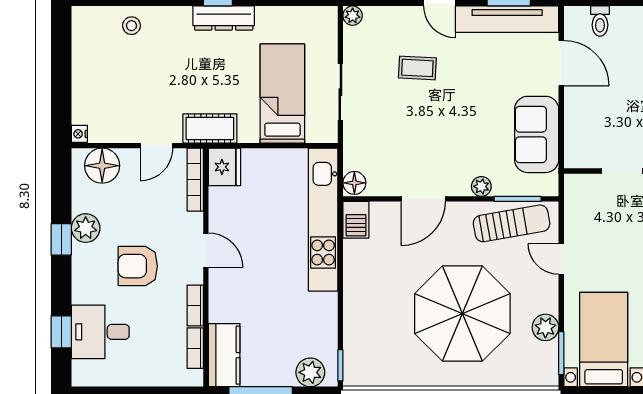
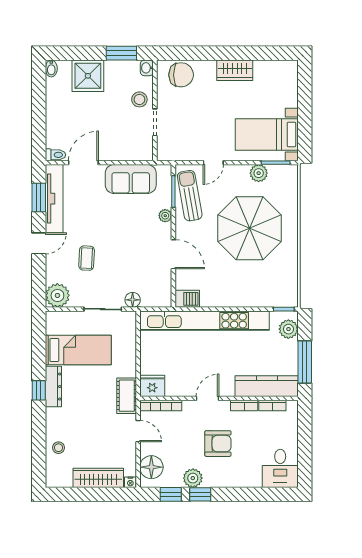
plant: (353, 16) -> (57, 295), width x1.88, depth x1.88
toilet: (600, 21) -> (55, 155), moved
wardrobe: (86, 85) -> (98, 478), added
bed: (282, 94) -> (78, 350), moved, turned 180
floor lamp: (354, 183) -> (133, 300), moved
kitchen unit: (323, 220) -> (204, 321), width x1.36
armchair: (138, 266) -> (218, 444), turned -90
window: (61, 332) -> (171, 494), moved
desk: (100, 332) -> (280, 468), moved
kitchen counter: (224, 355) -> (267, 386), width x1.50

